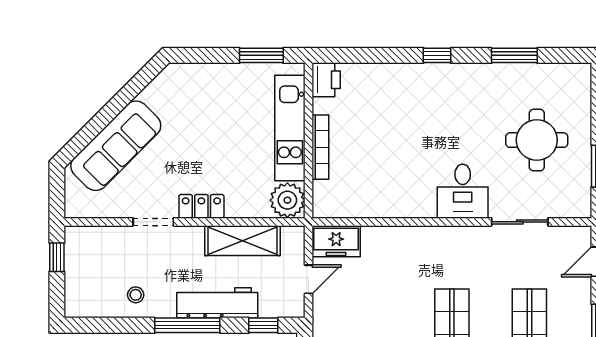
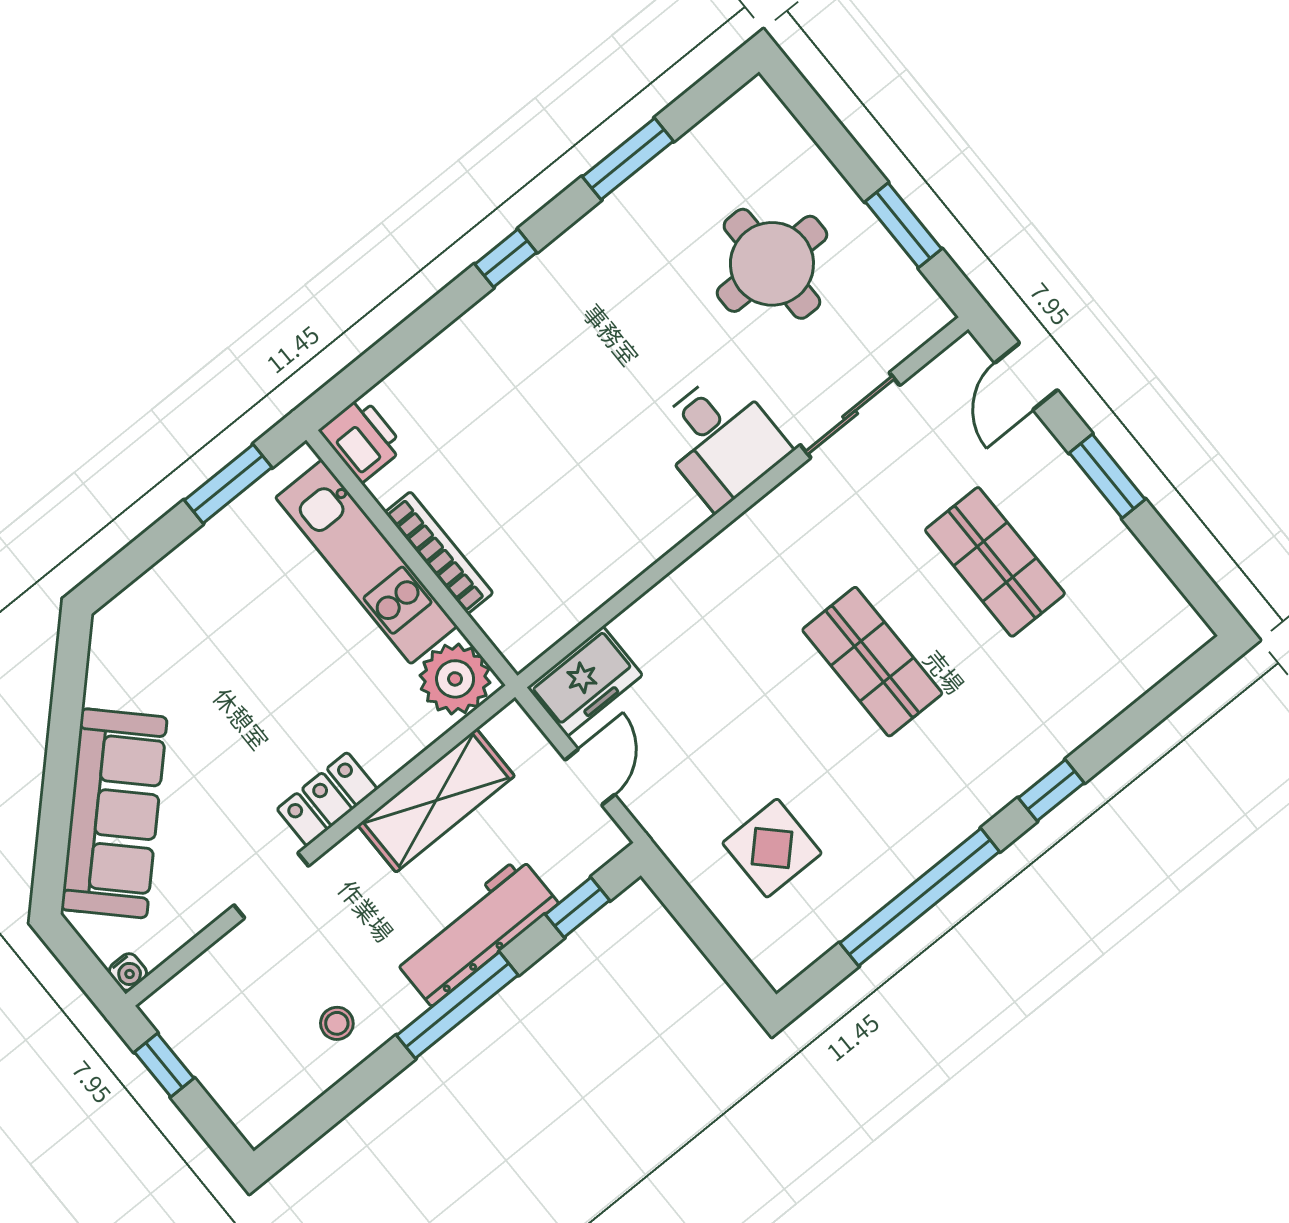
water cooler: (72, 211) -> (128, 972), added

